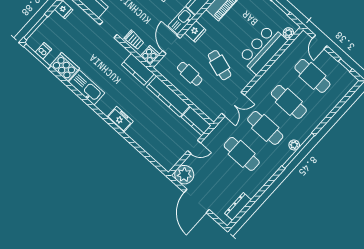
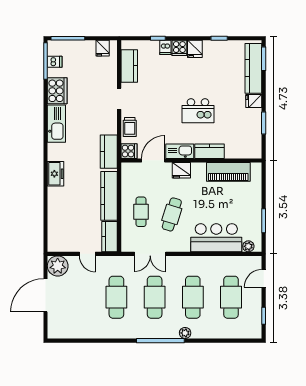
cafe table: (190, 74) -> (141, 212), moved
plant: (294, 145) -> (185, 333), moved
dresser: (238, 207) -> (71, 333), removed

